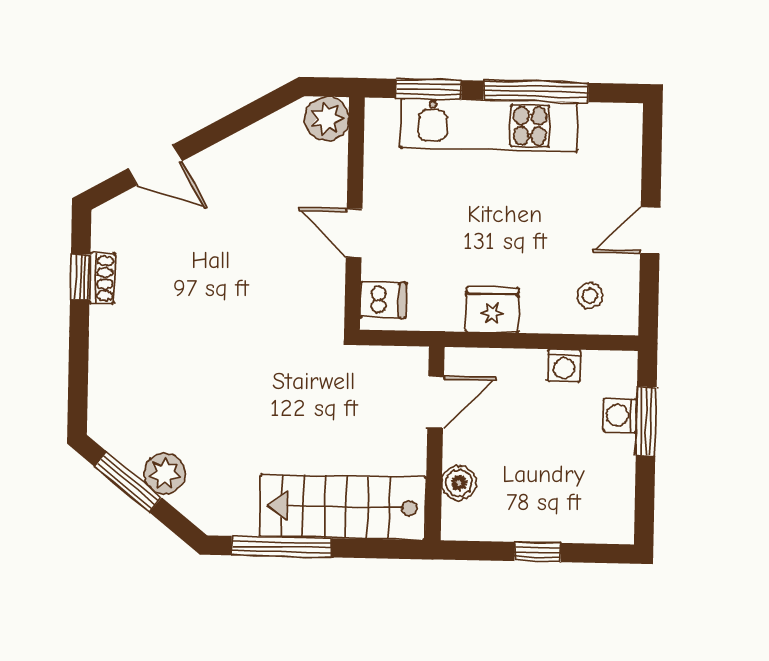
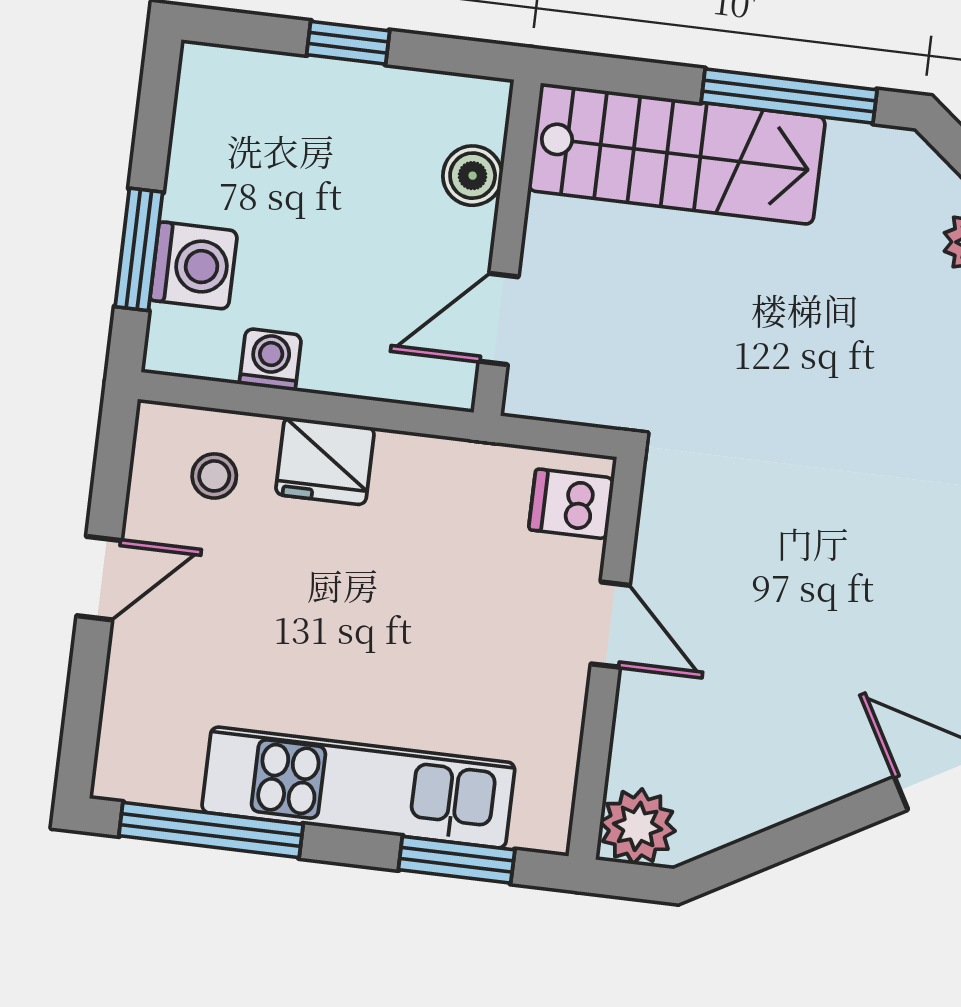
window: (536, 91) -> (211, 830), moved
fridge: (492, 310) -> (325, 461), moved
washing machine: (620, 415) -> (194, 266), width x1.38, depth x1.38

